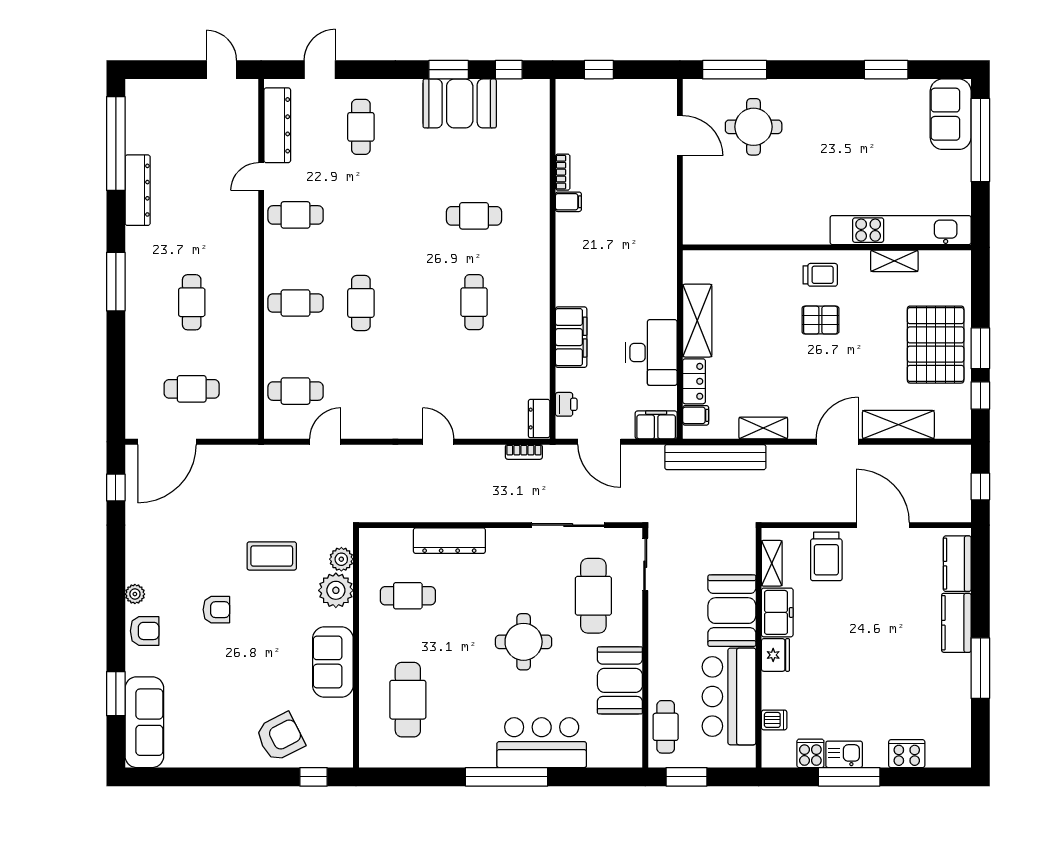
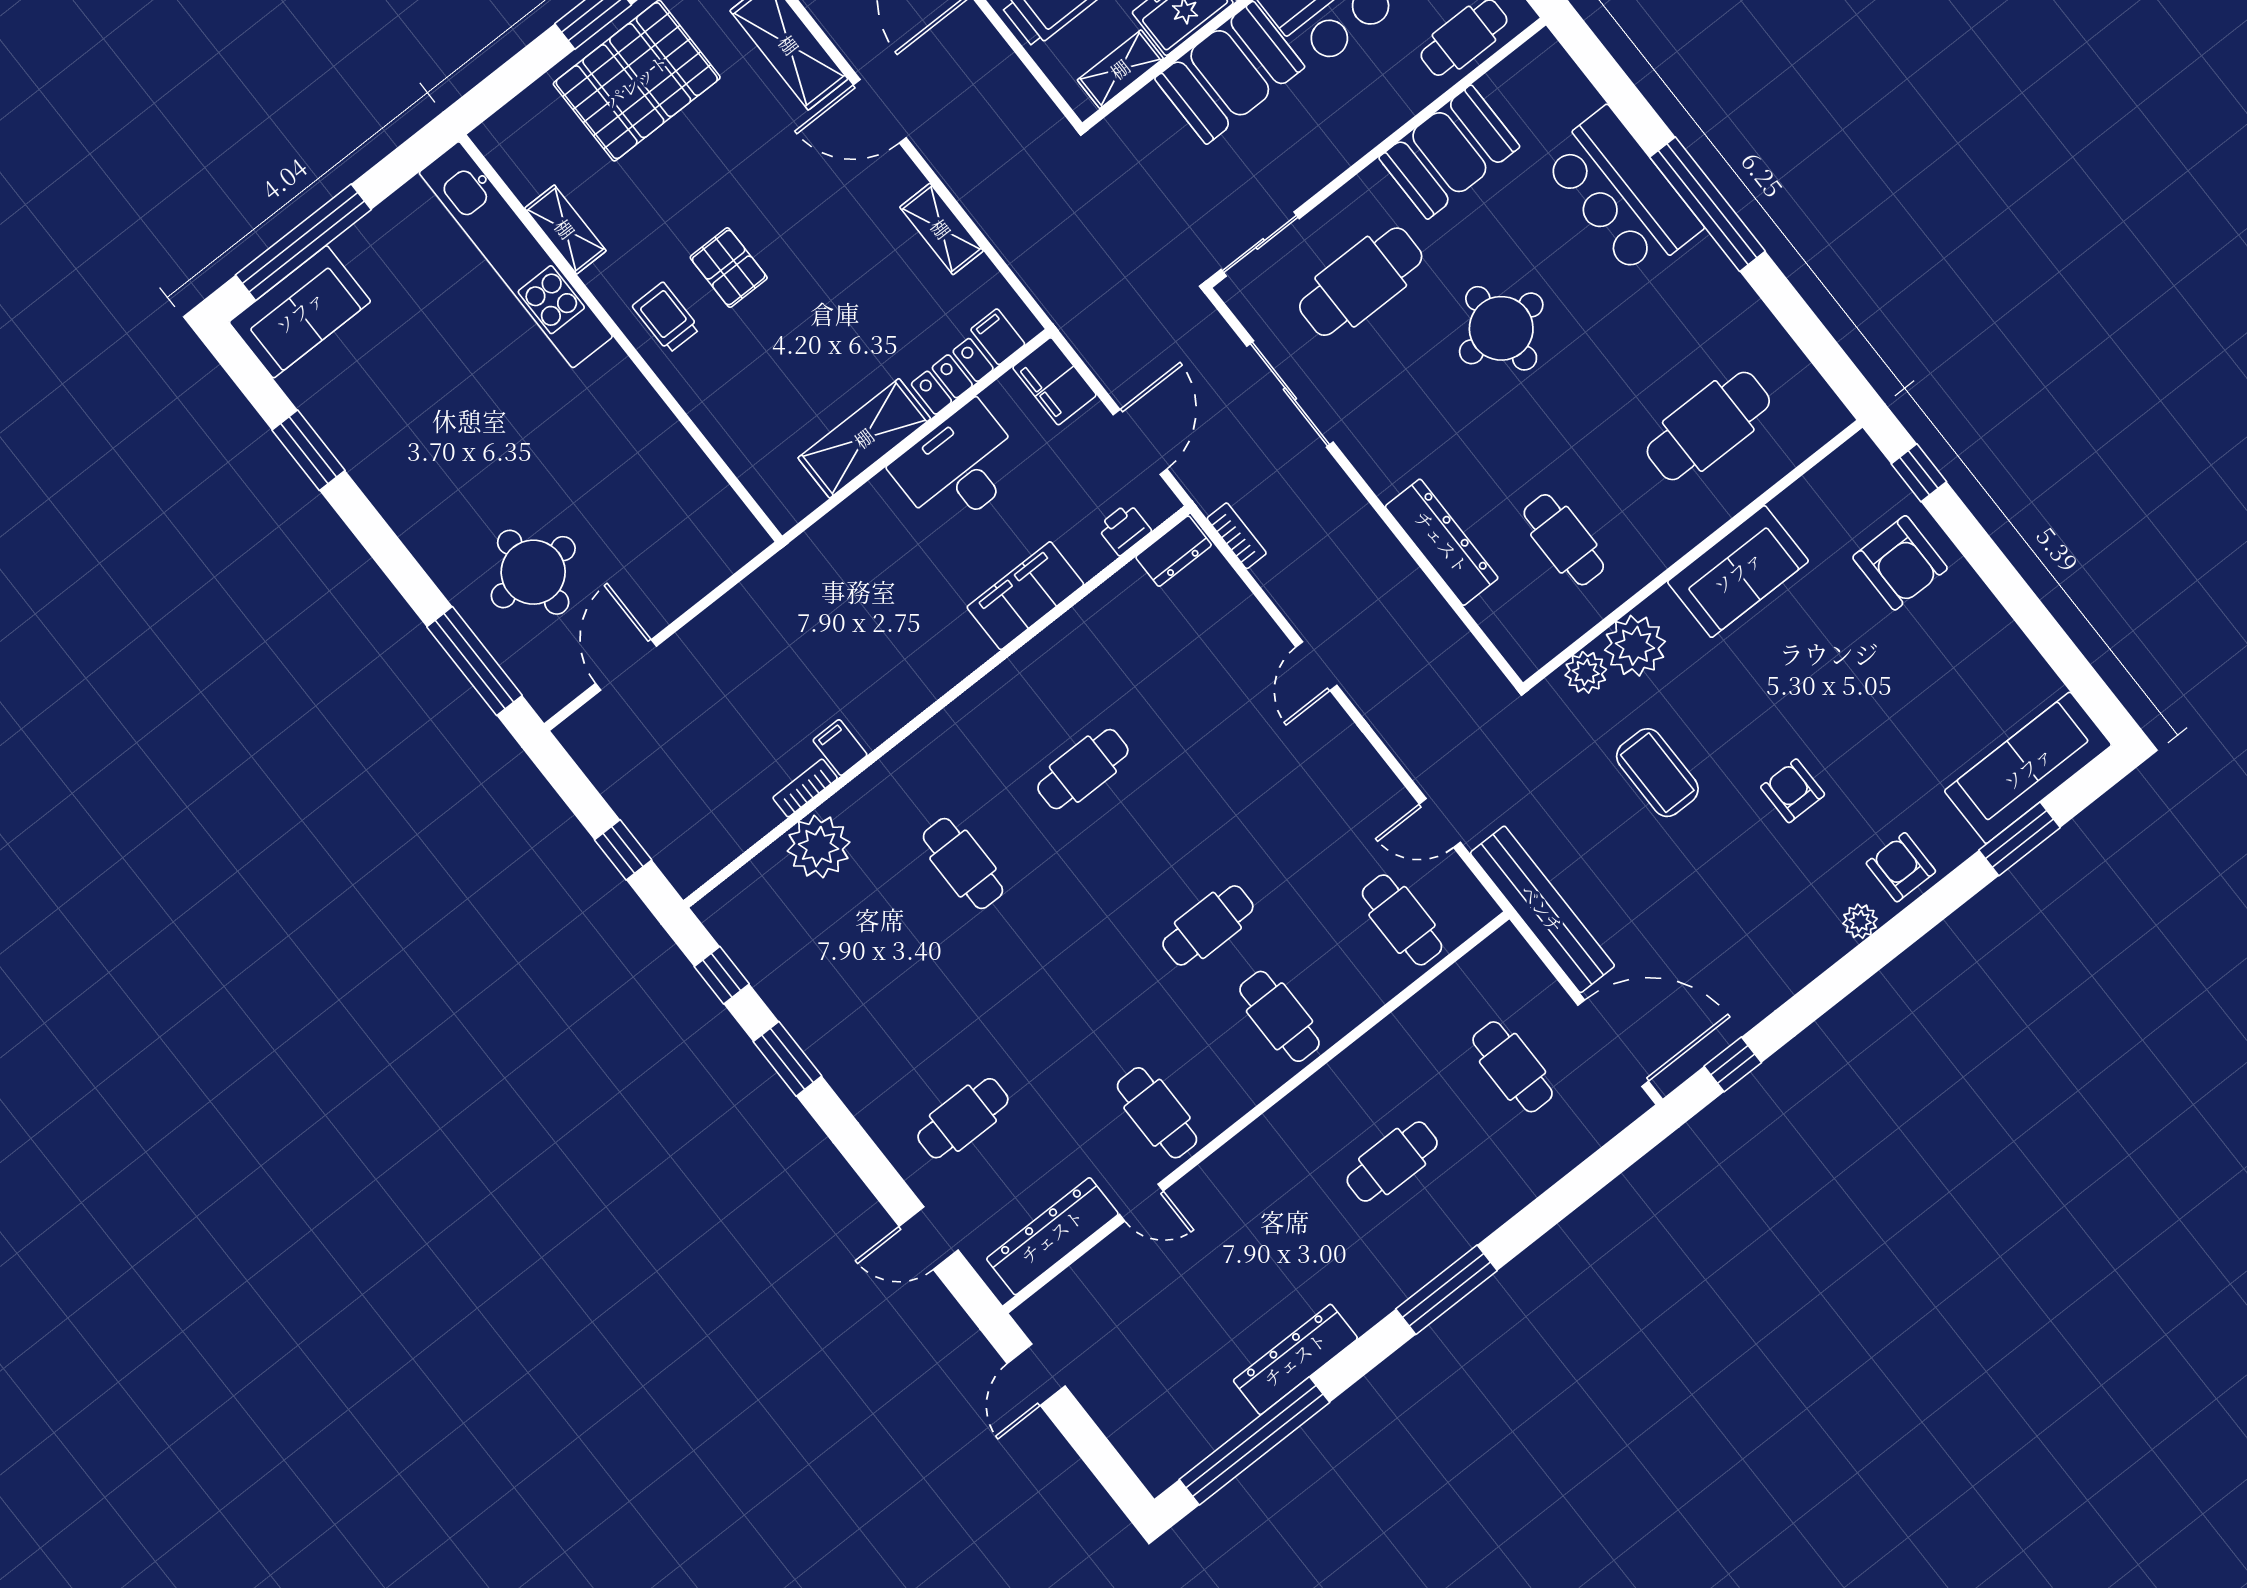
booth: (460, 103) -> (822, 1006), removed
plant: (532, 158) -> (819, 847), added
bench: (715, 457) -> (1542, 909), moved
armchair: (280, 737) -> (1900, 563), turned -153

